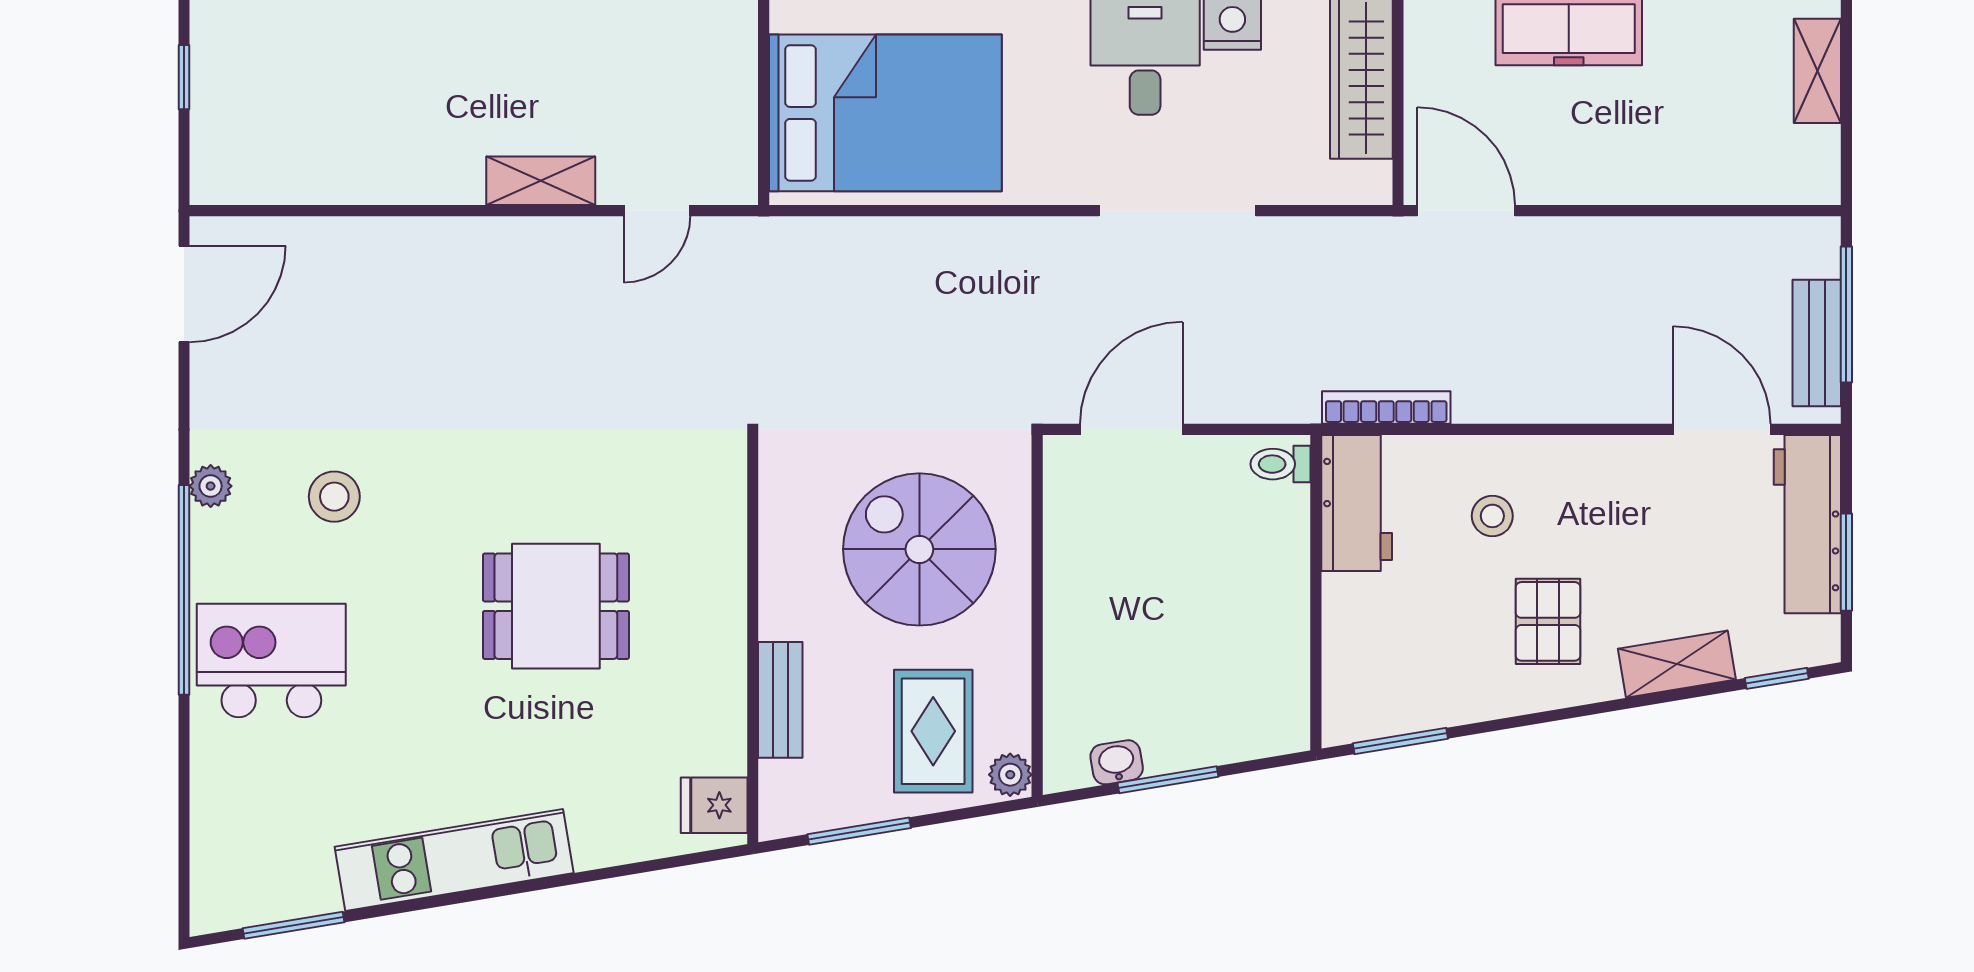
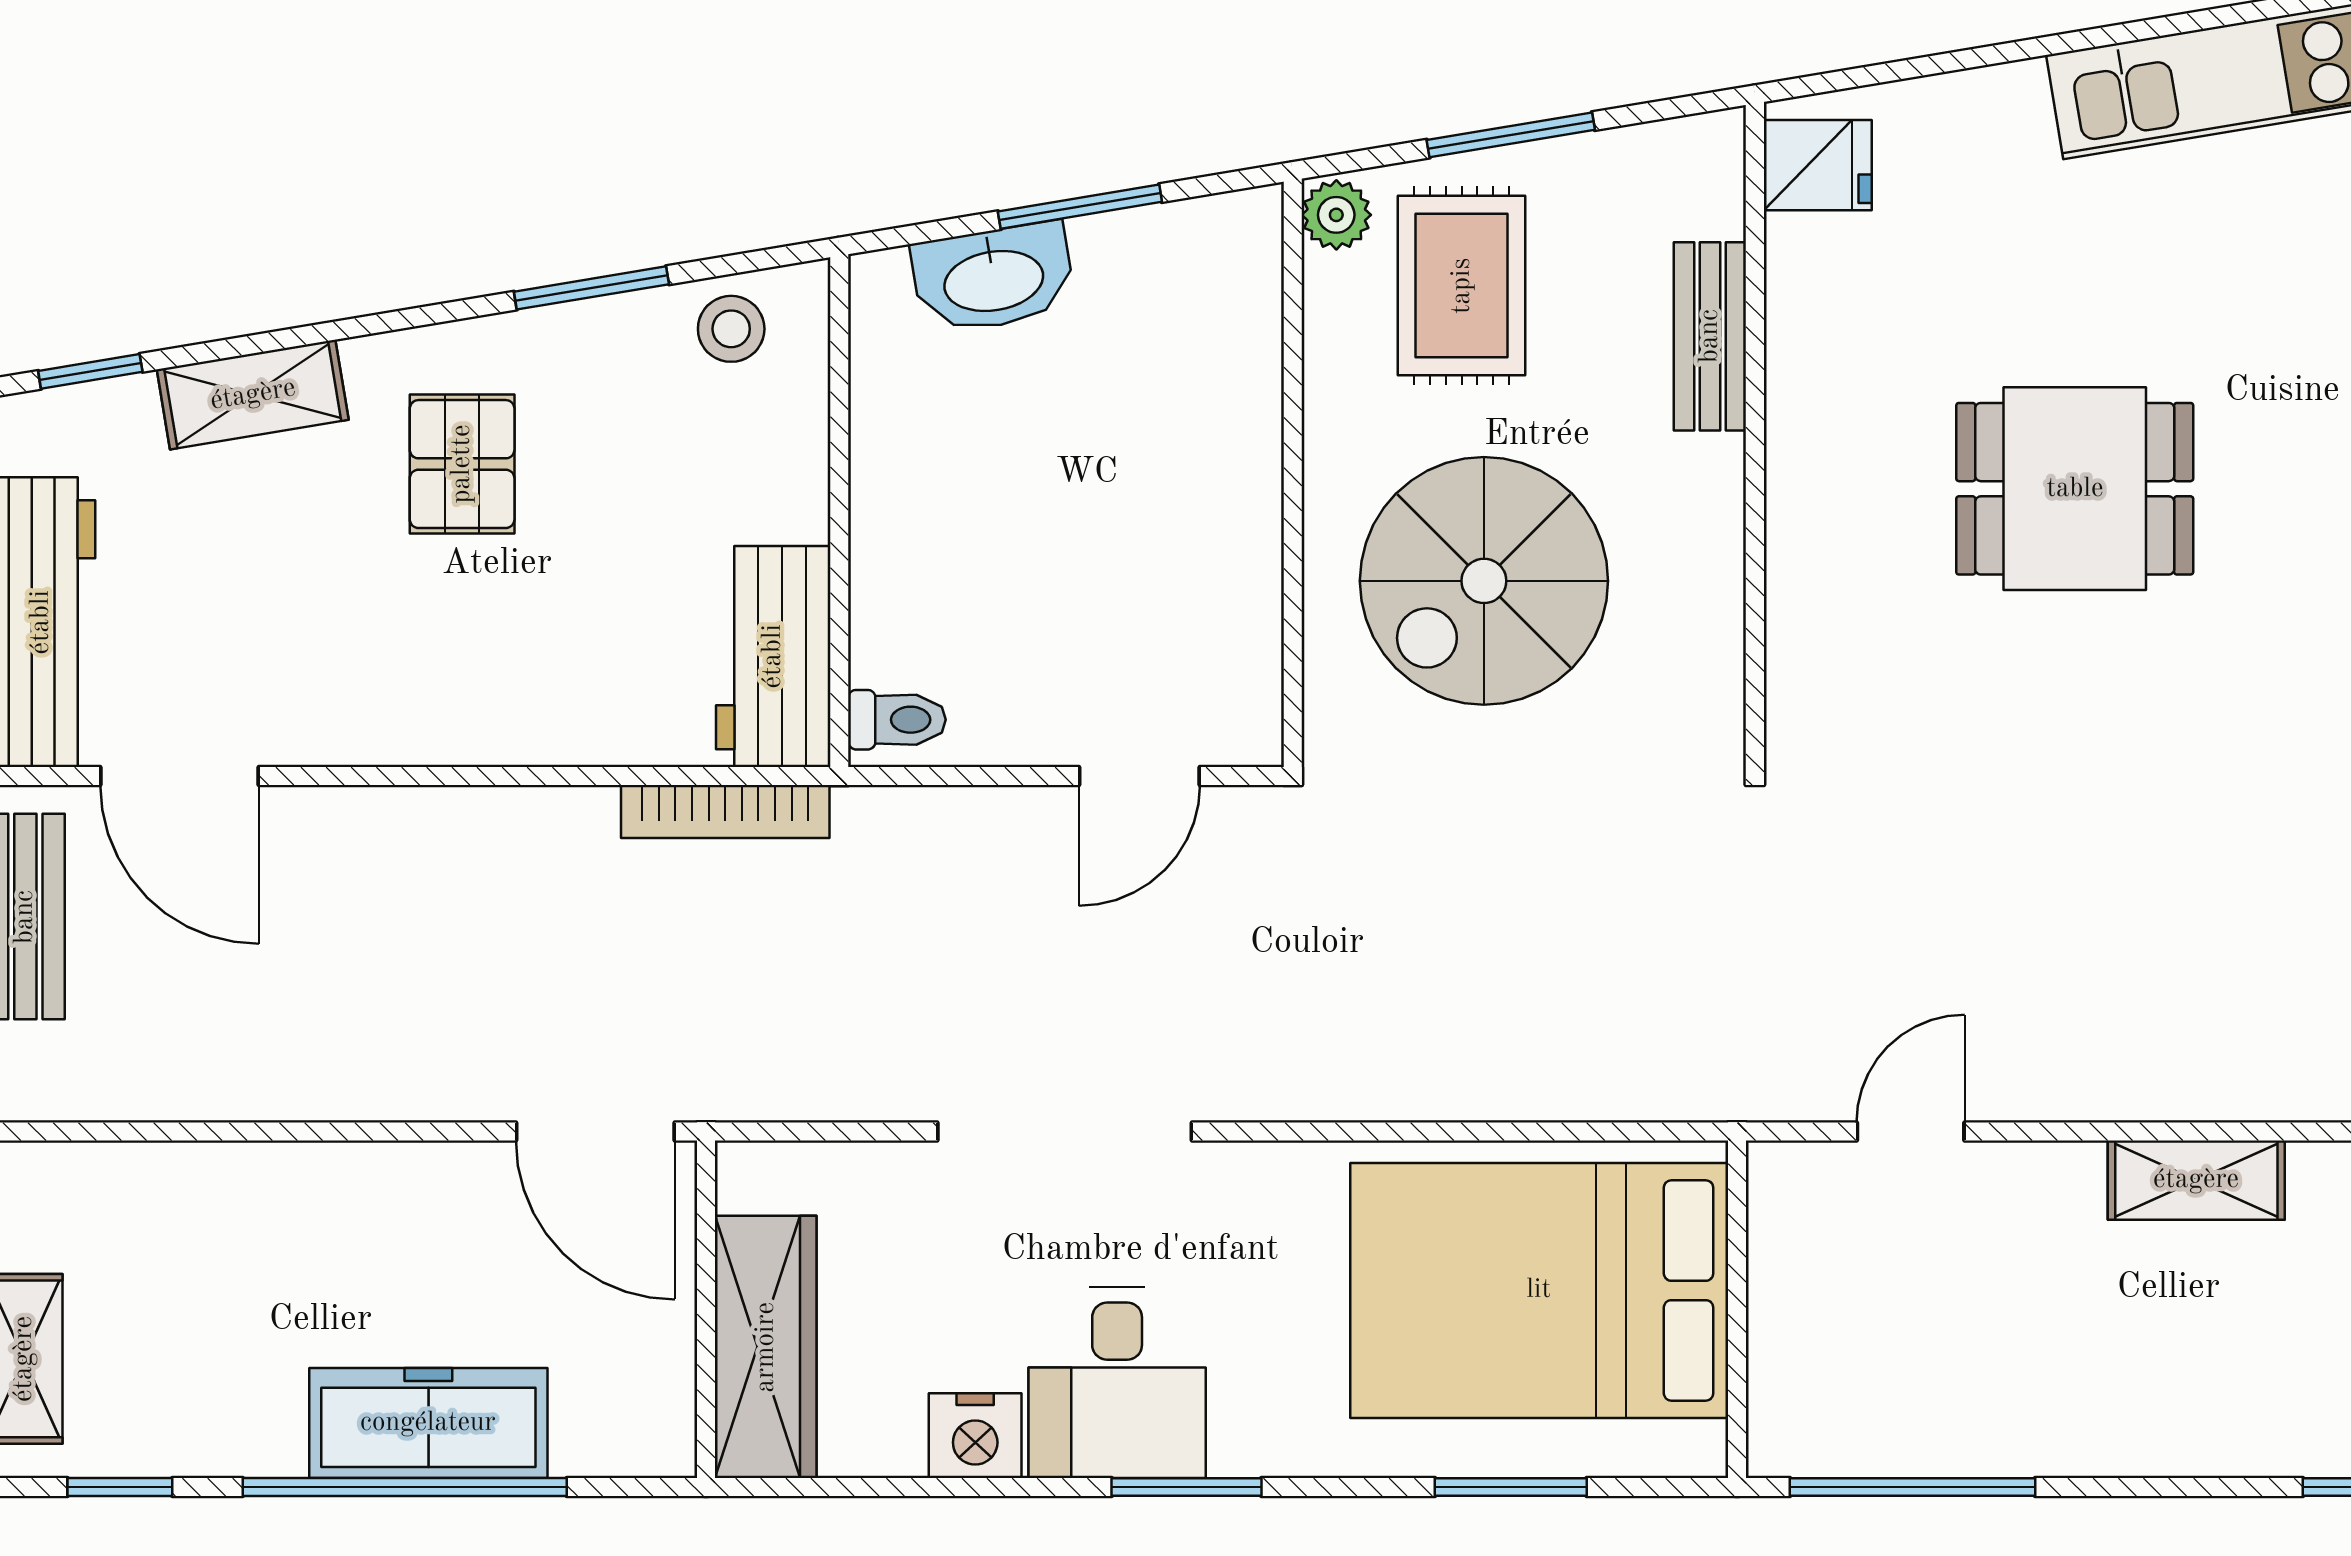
shelving: (541, 181) -> (2196, 1180), moved
door: (1131, 429) -> (1139, 776), width x0.73
stool: (1492, 516) -> (731, 329), moved
spiral stairs: (919, 549) -> (1484, 581), turned 90
window: (1400, 741) -> (591, 288), moved
washbasin: (1117, 762) -> (993, 278), moved, width x1.91, depth x1.45
window: (859, 831) -> (1511, 135), moved

